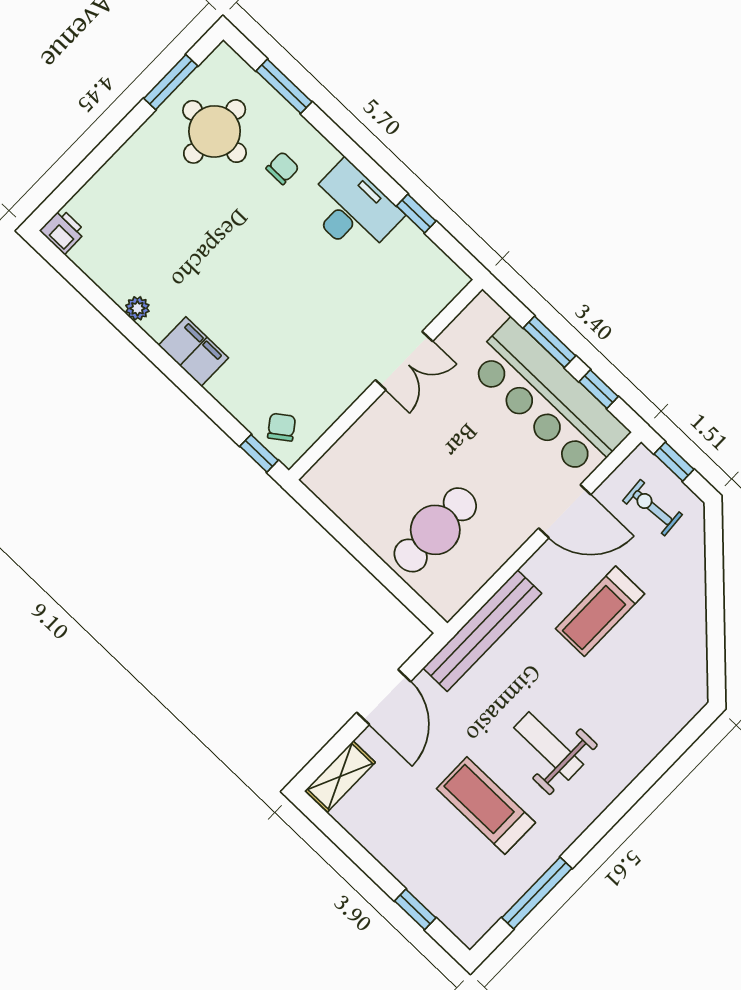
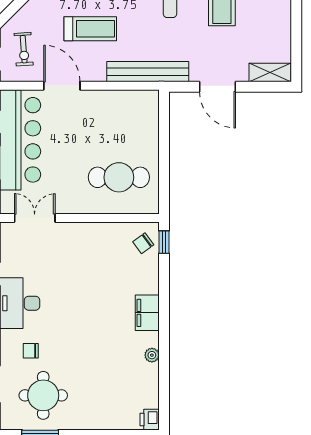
double door: (404, 361) -> (35, 218), moved
cafe table: (435, 530) -> (119, 177), moved
door: (384, 697) -> (218, 87), swing flipped

